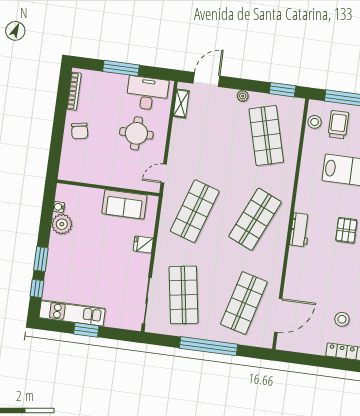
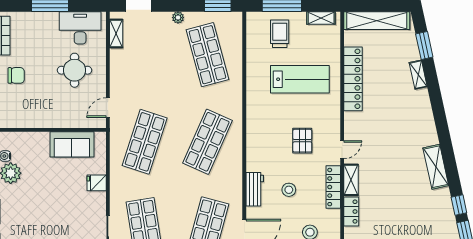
stool: (315, 122) -> (289, 190), moved
chair: (80, 131) -> (16, 75), turned -79
workbench: (300, 230) -> (255, 189), moved

